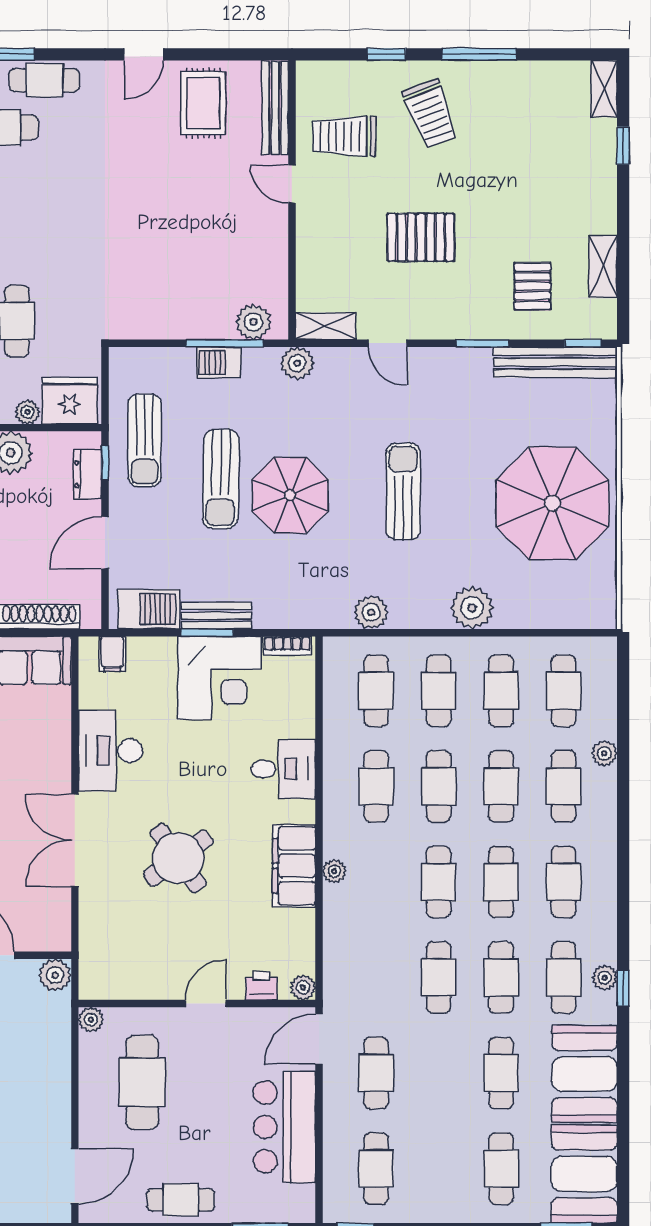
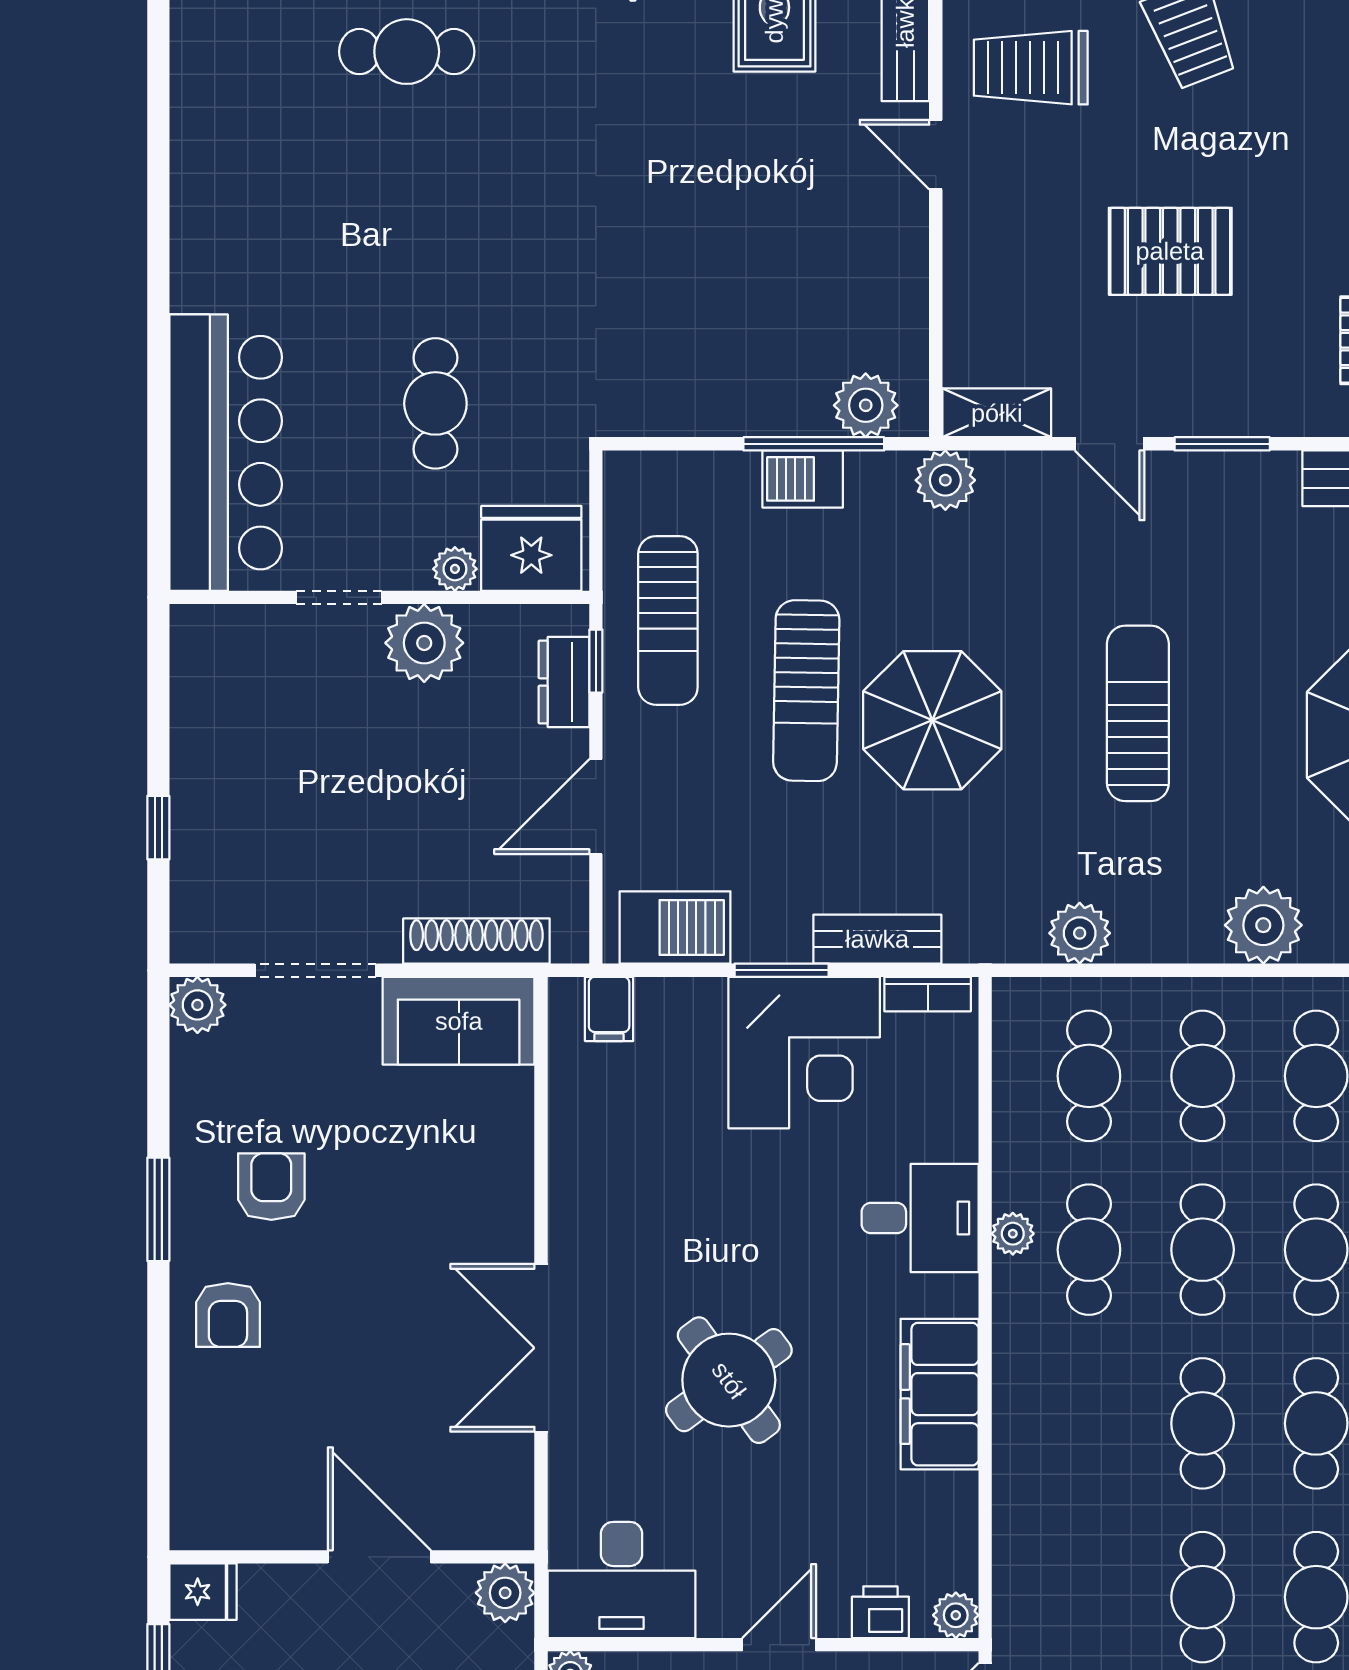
window: (483, 343) -> (1222, 444), moved
bench: (217, 616) -> (877, 939), moved
desk: (110, 751) -> (622, 1580), moved, turned -90
plant: (334, 871) -> (1013, 1234), moved

